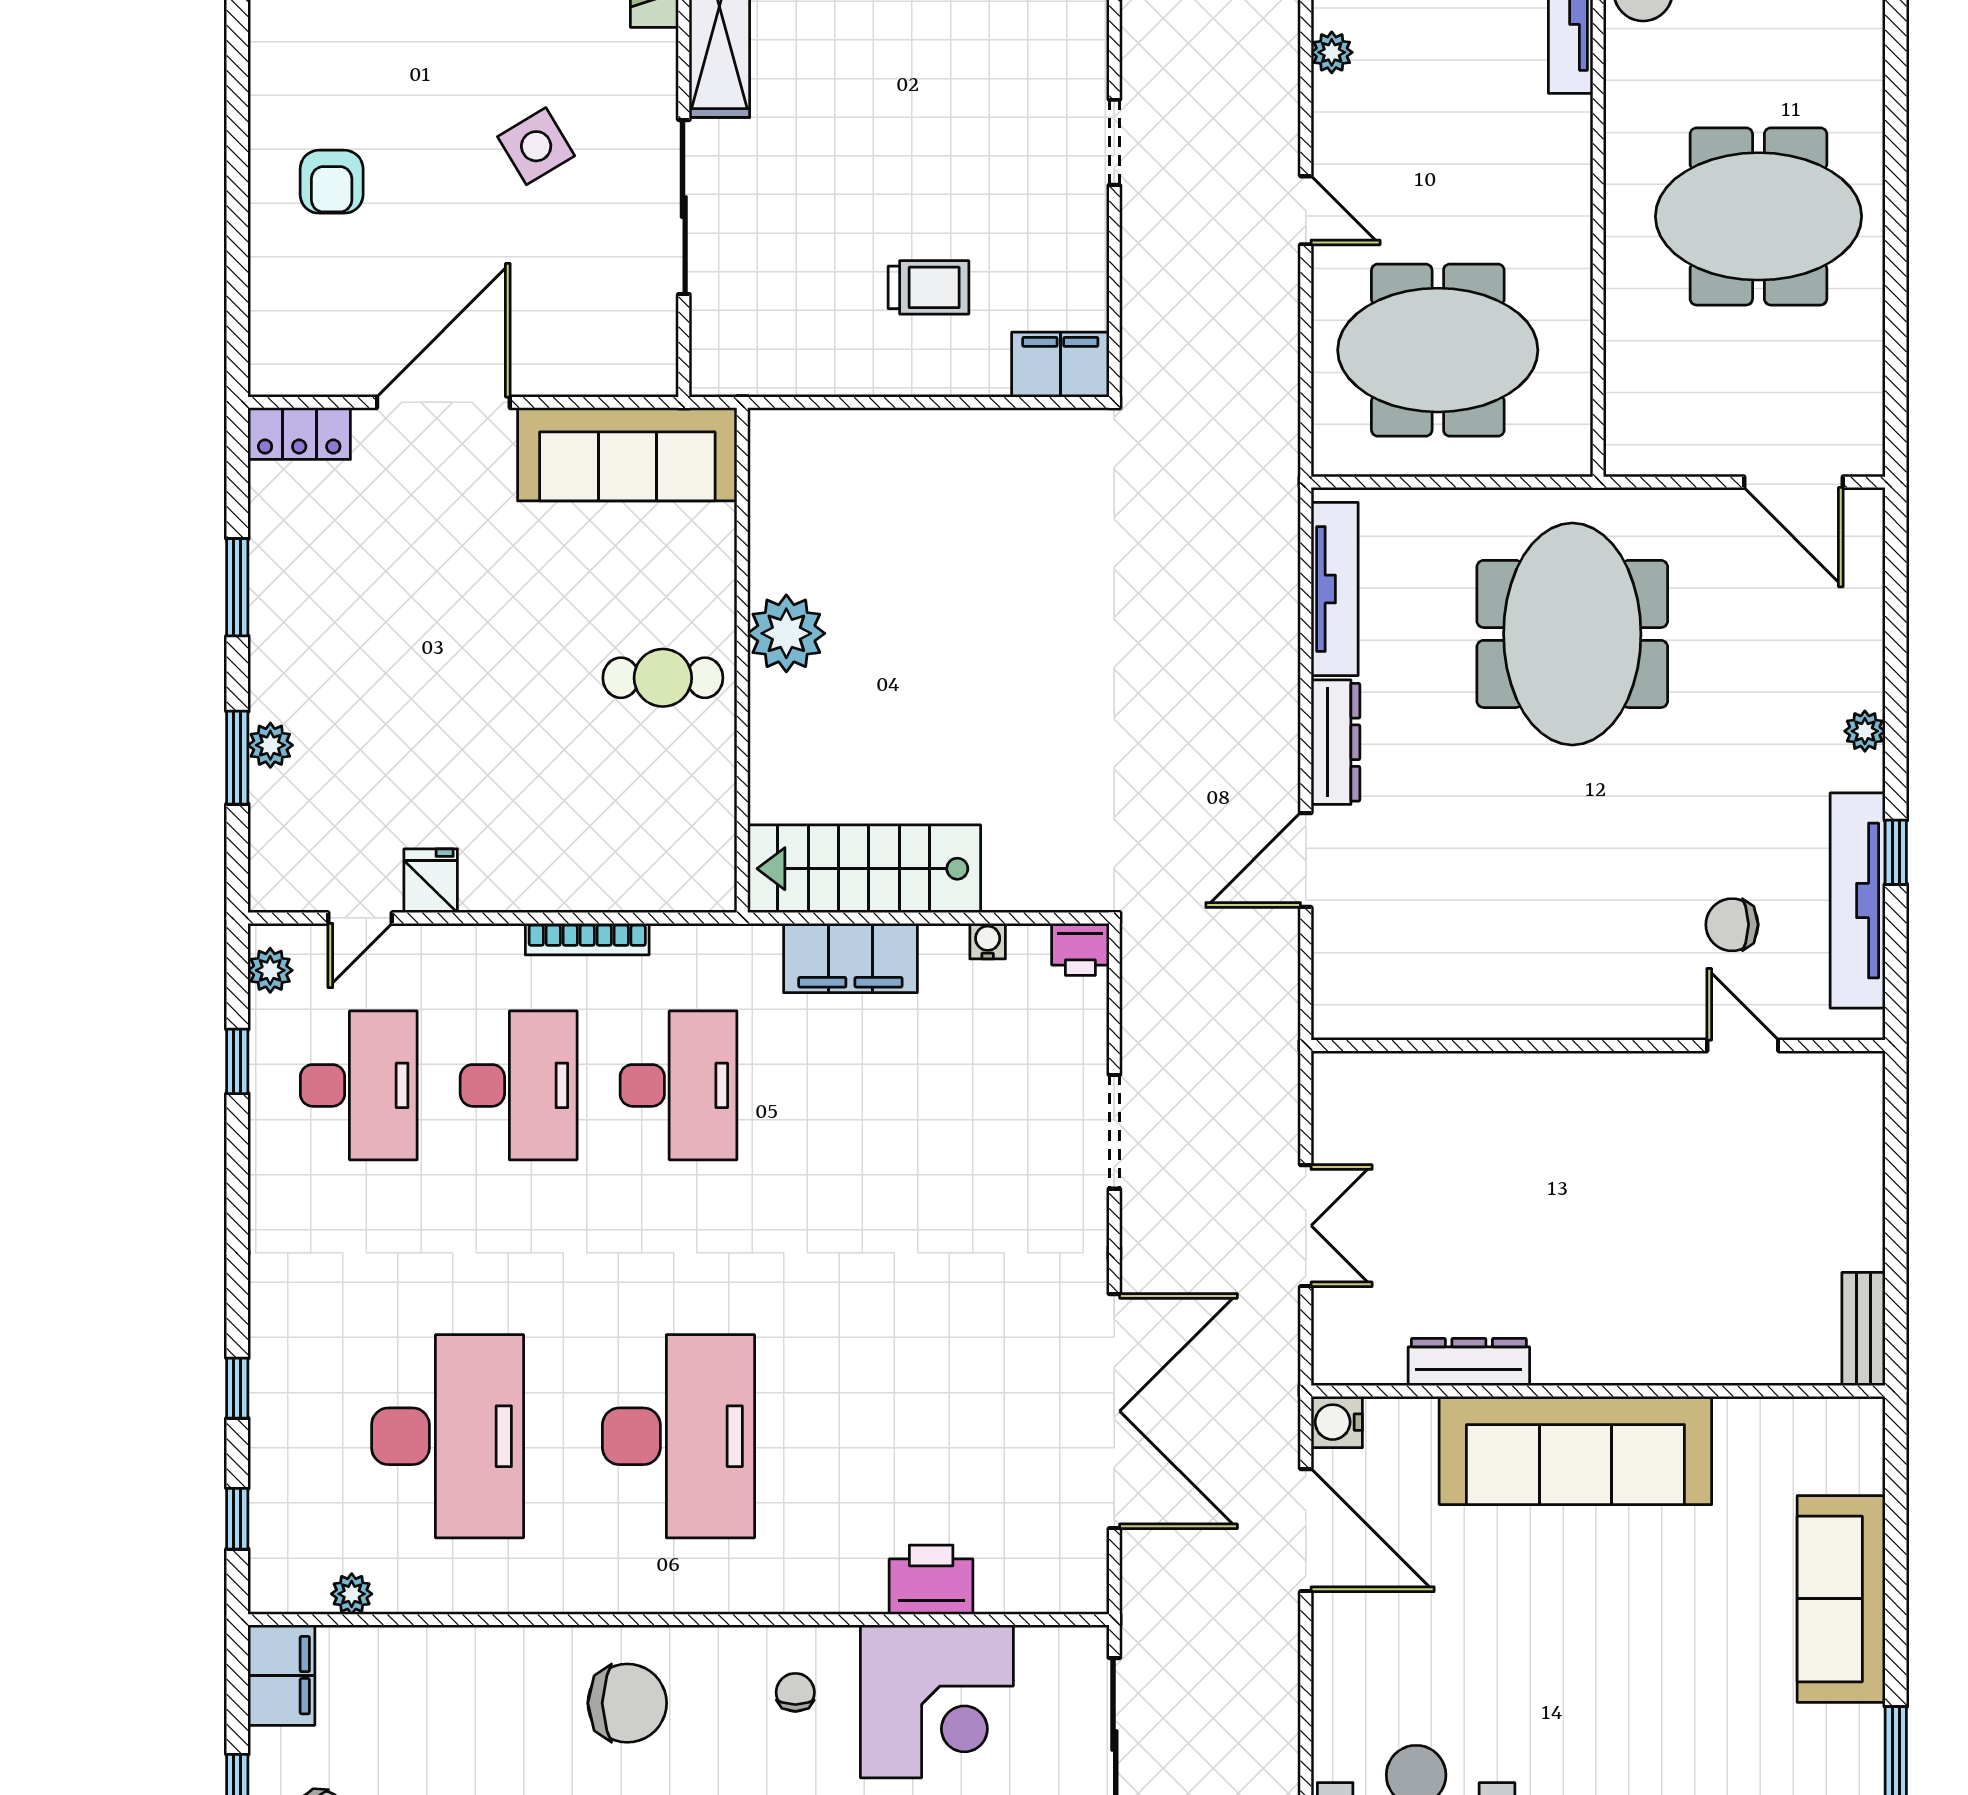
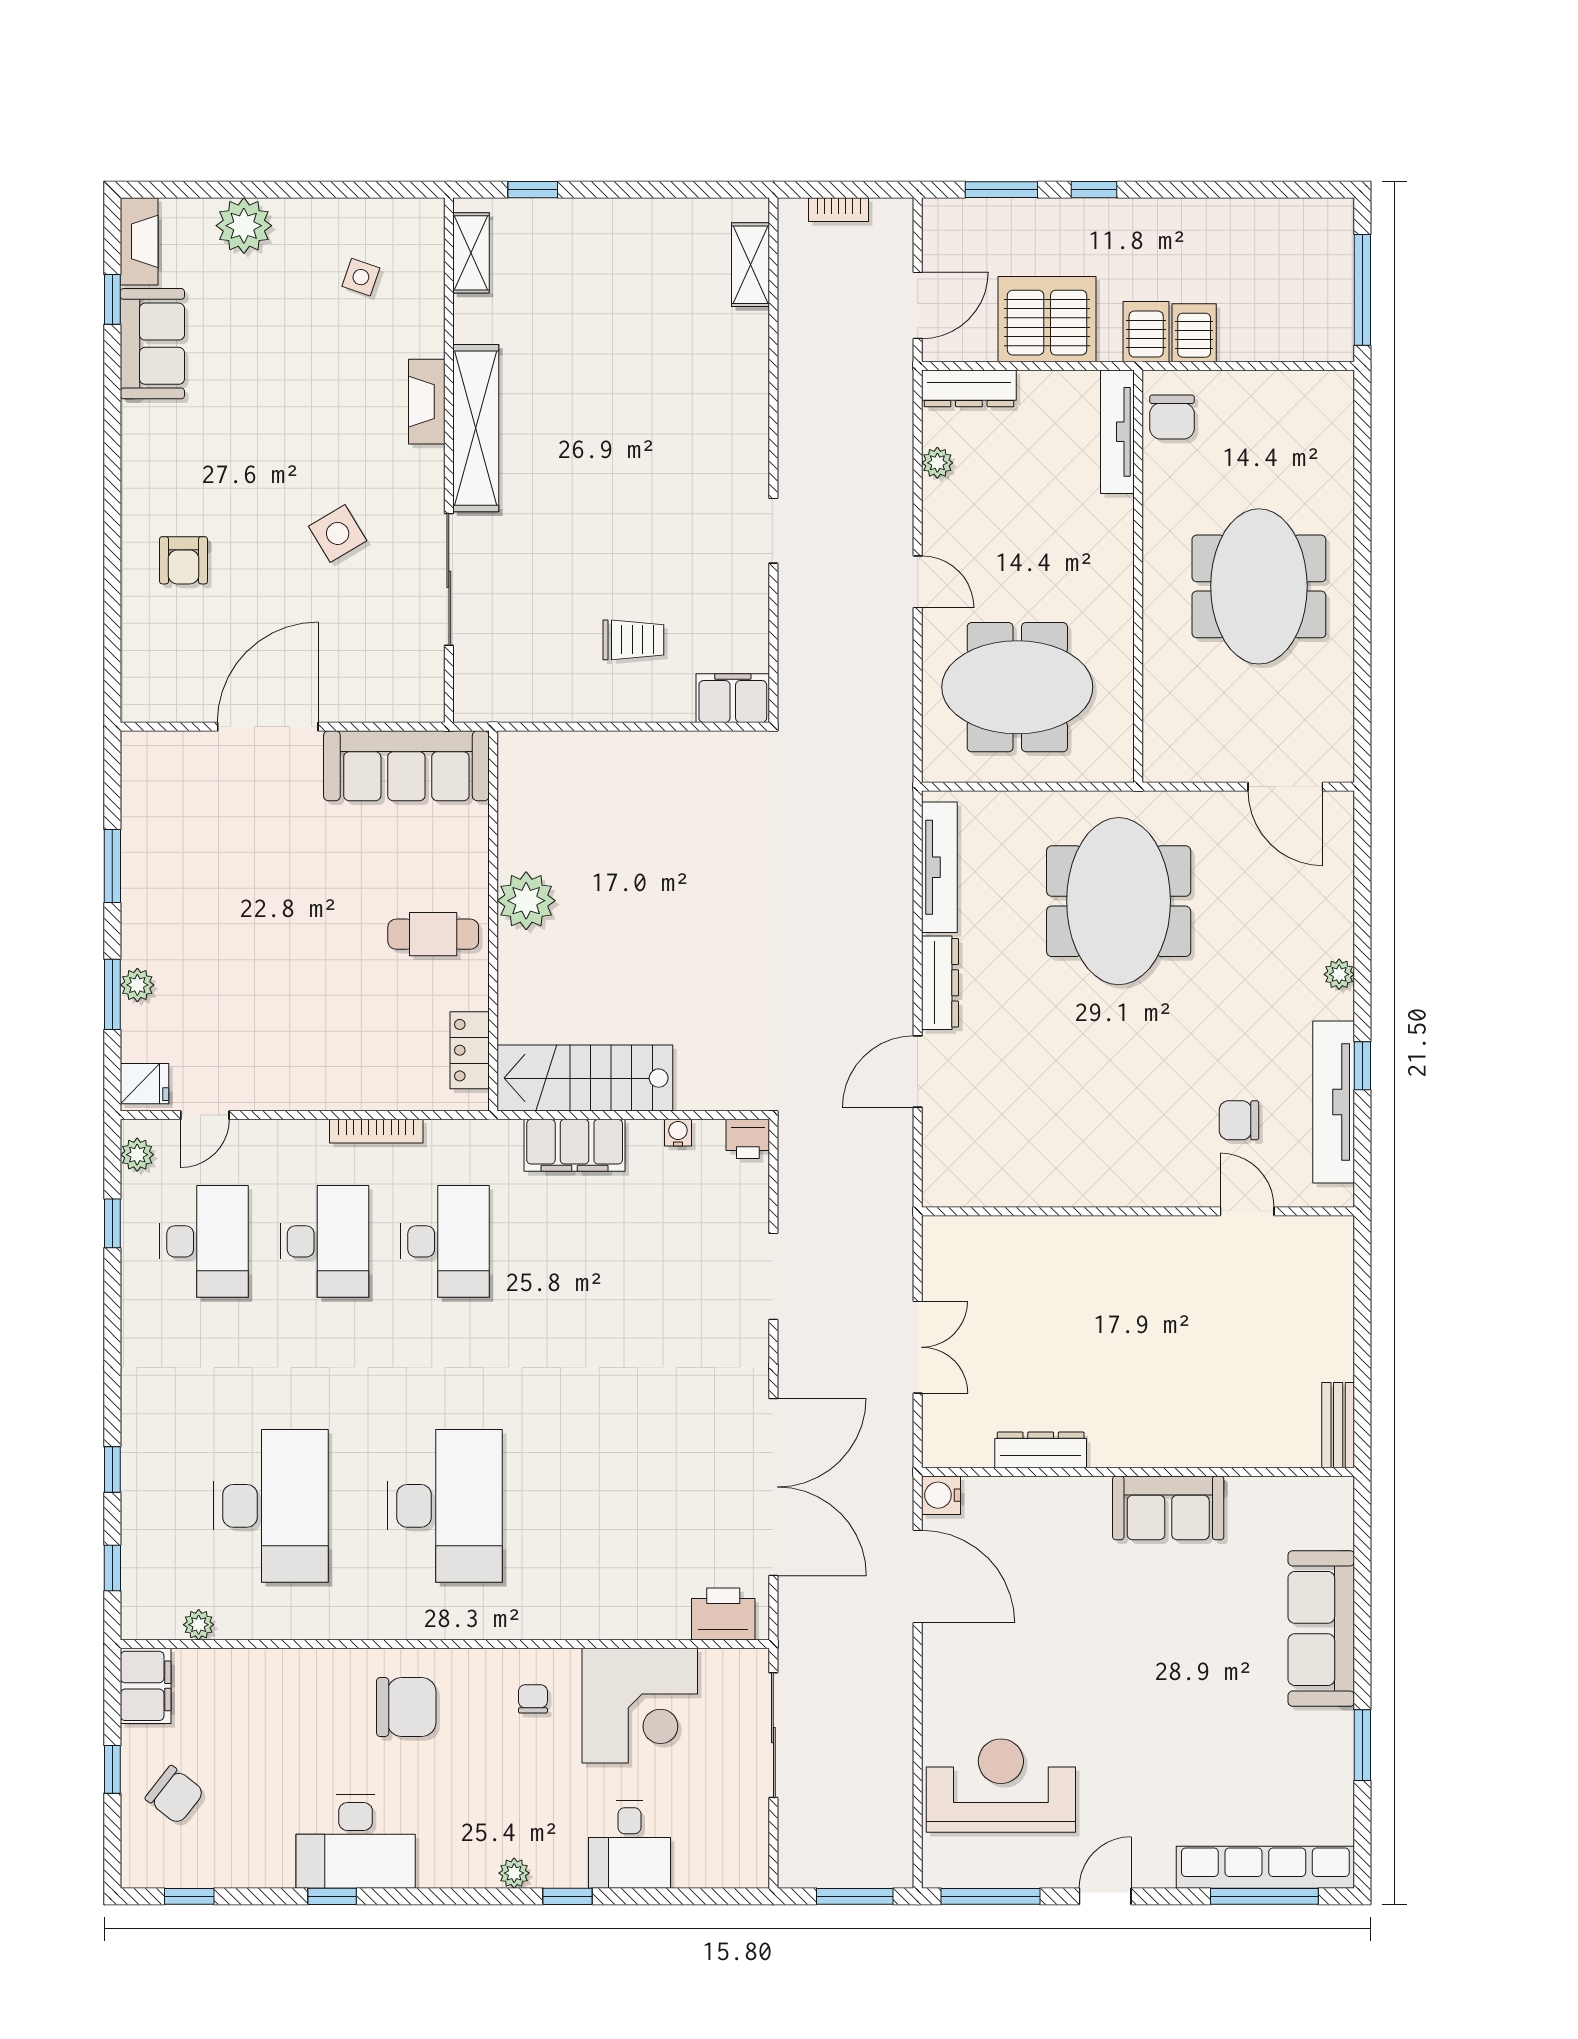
meeting table: (1758, 216) -> (1259, 586), turned 90
locker: (299, 434) -> (470, 1050), moved, turned 90
fridge: (431, 881) -> (144, 1084), moved, turned 90
sofa: (1575, 1450) -> (1168, 1508), width x0.54, depth x0.79
printer: (931, 1580) -> (723, 1614), moved

